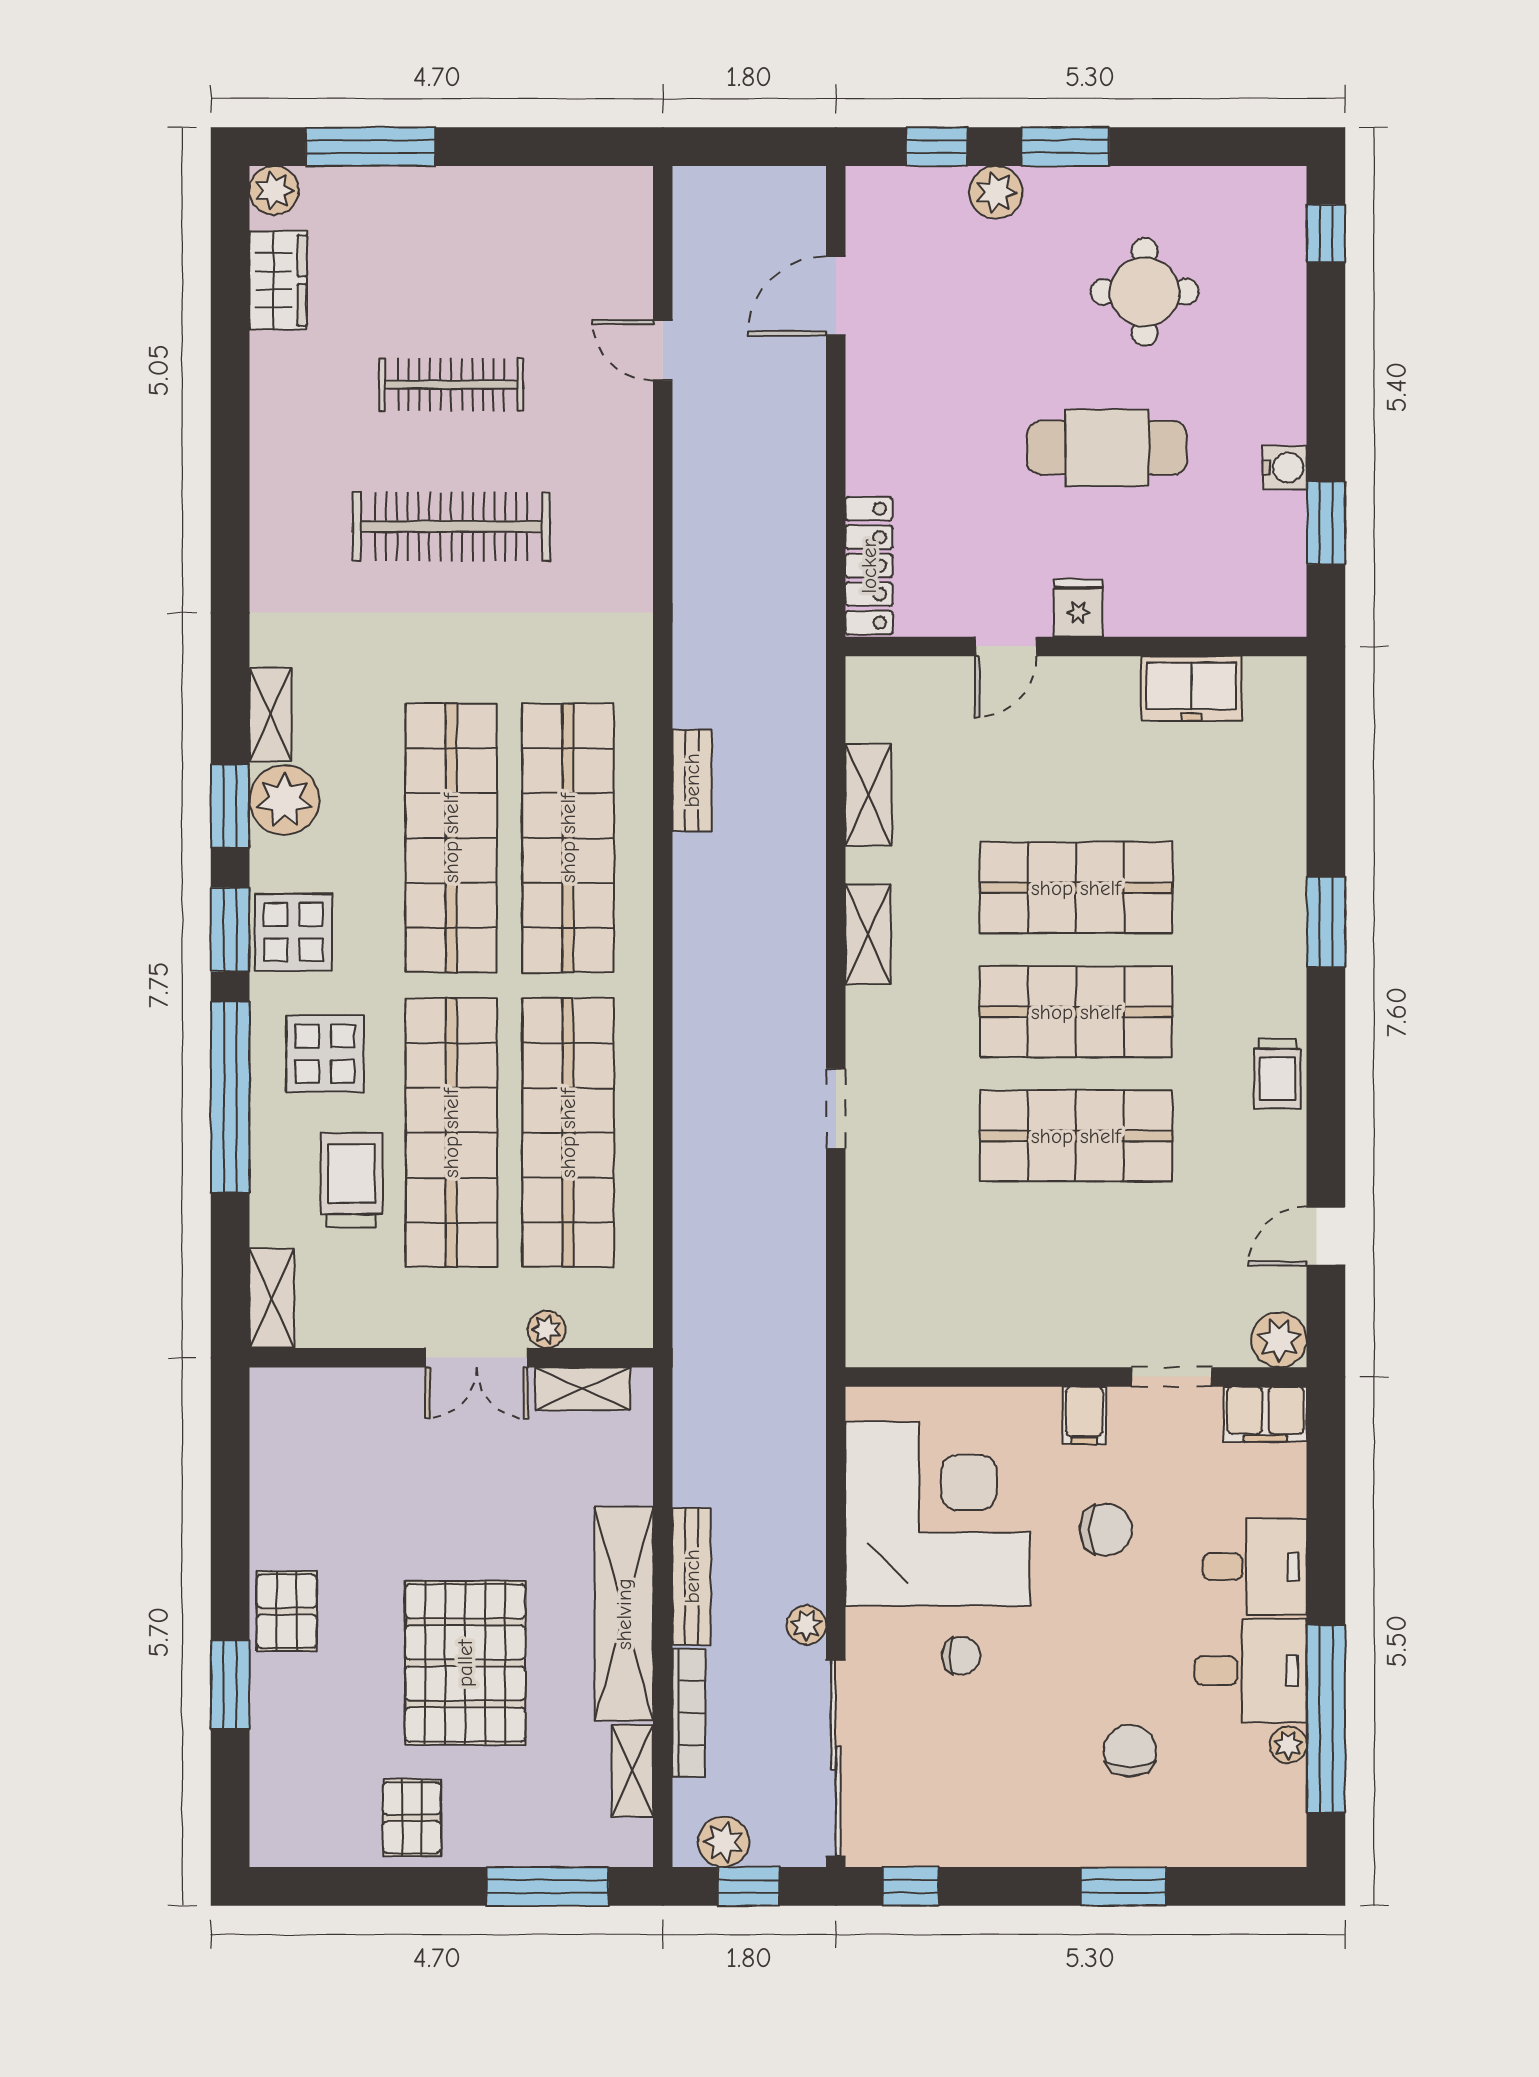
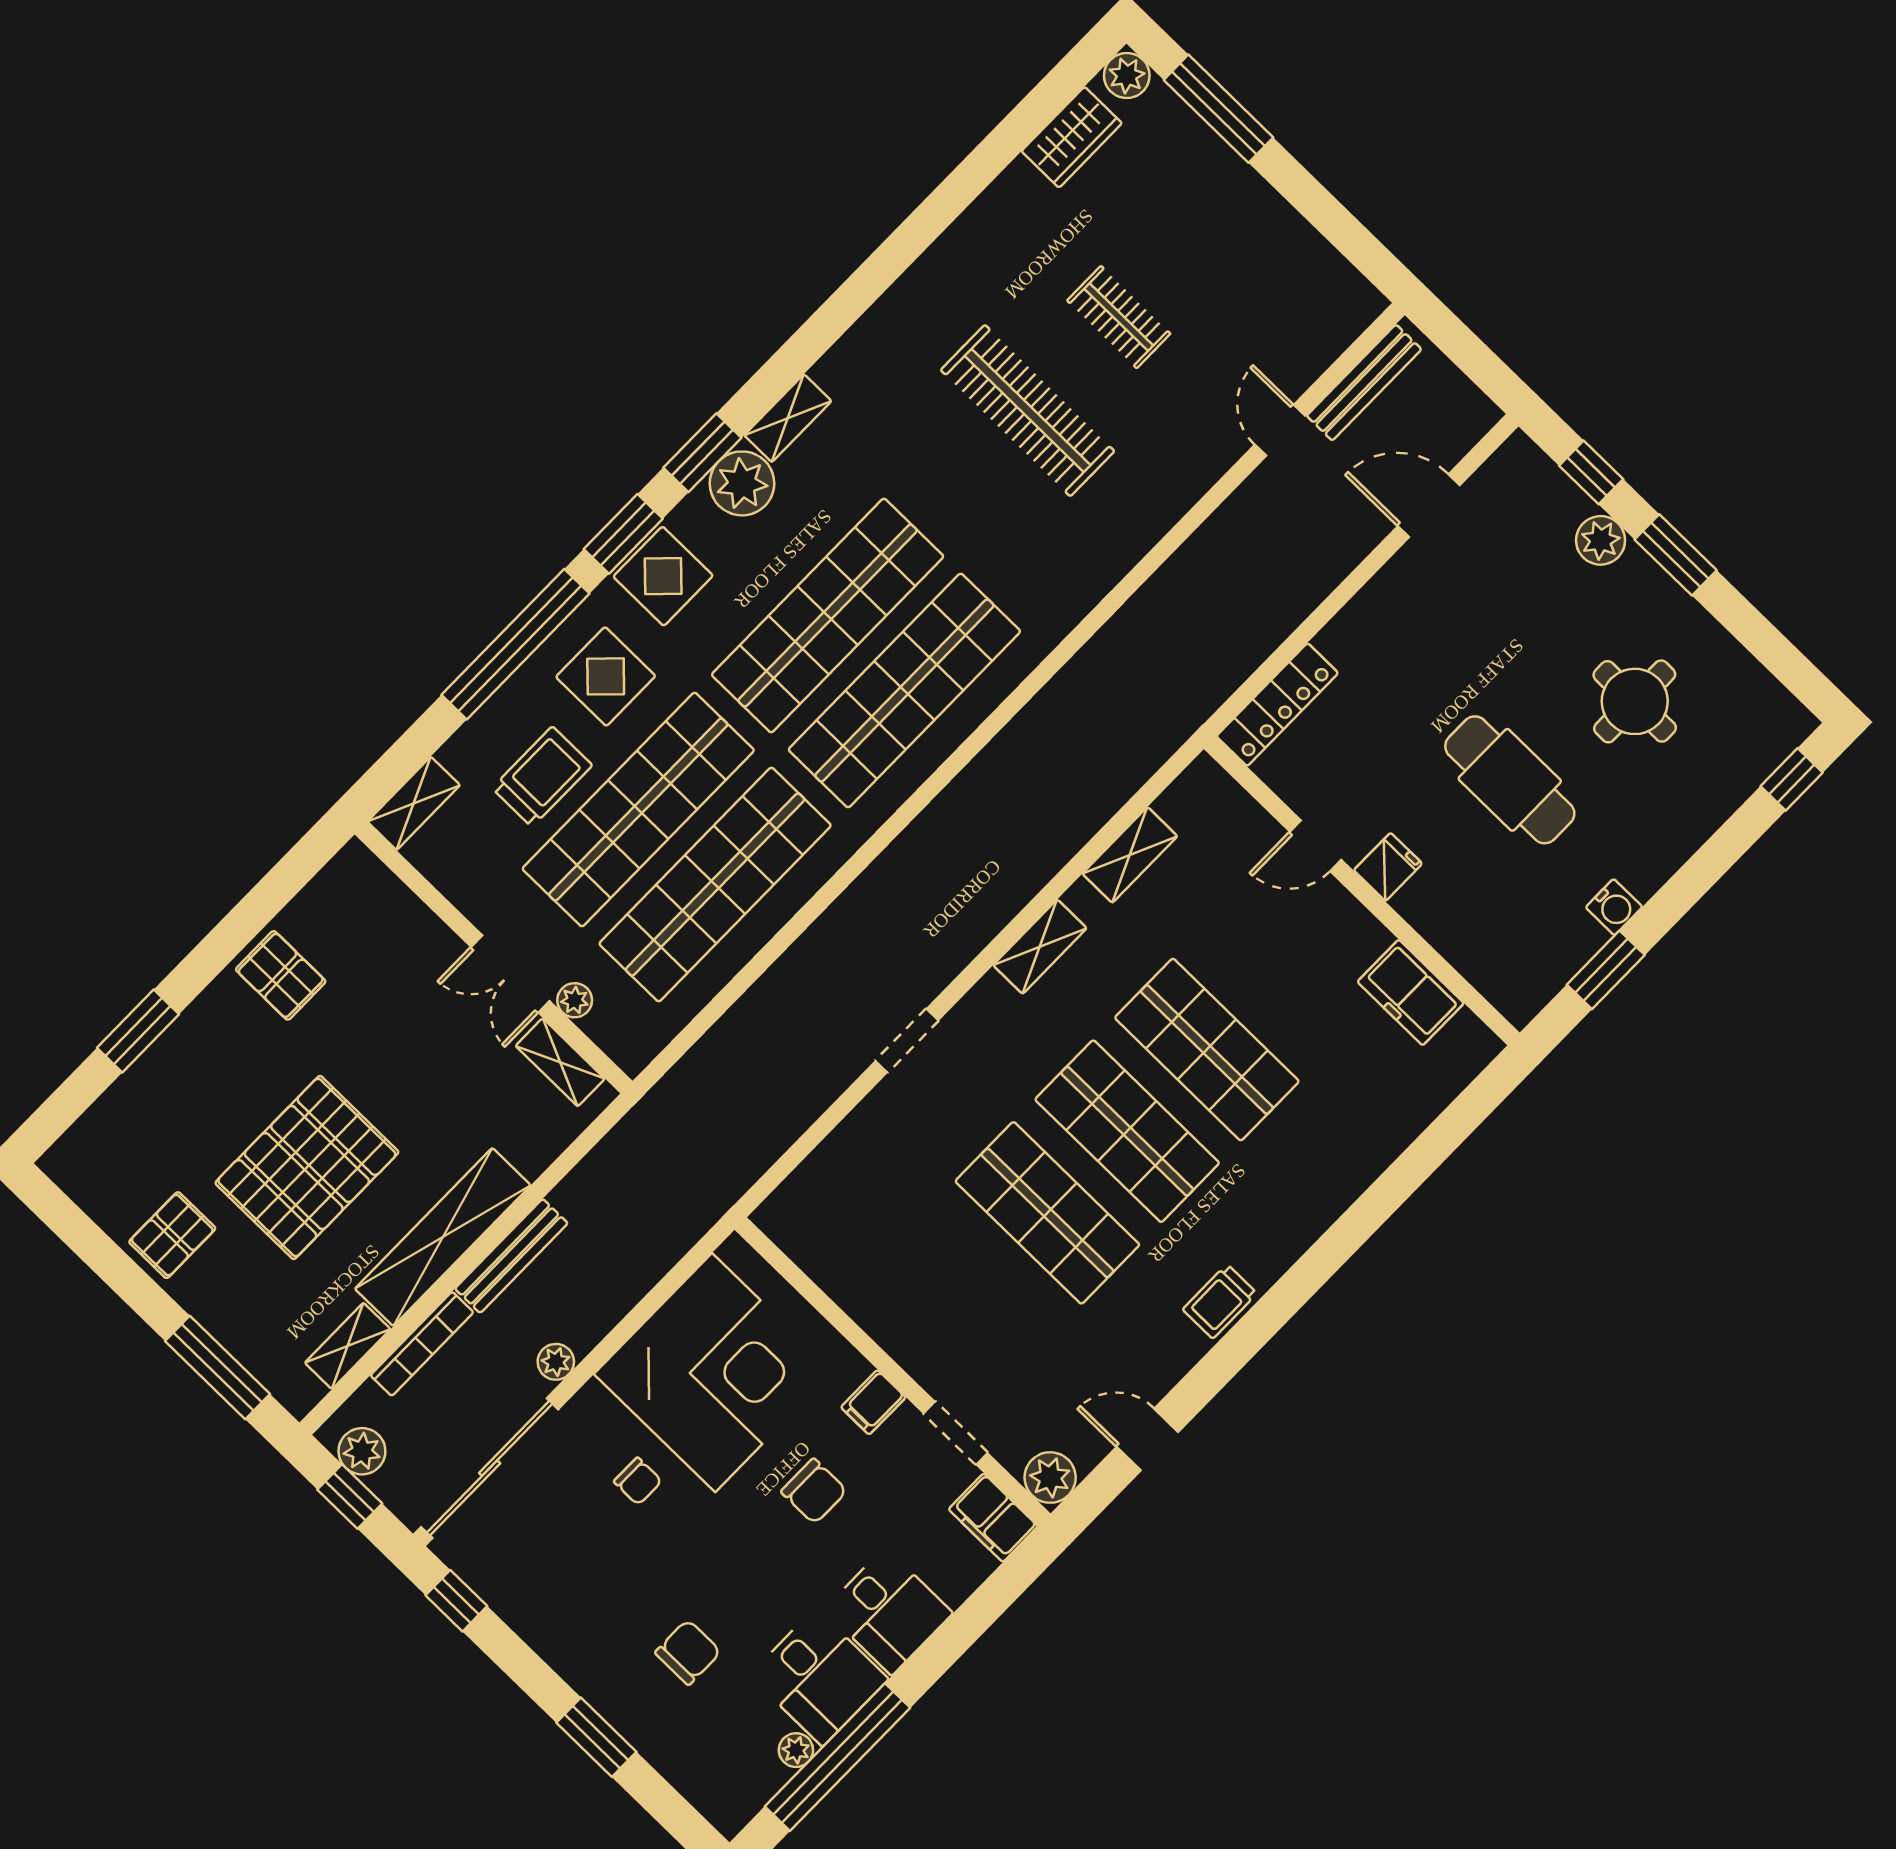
clothes rail: (451, 385) -> (1119, 317), width x0.73
bench: (692, 780) -> (1364, 383), moved, width x1.36
window: (1326, 922) -> (1349, 1233), removed
pallet: (287, 1611) -> (281, 975), moved, turned 90

